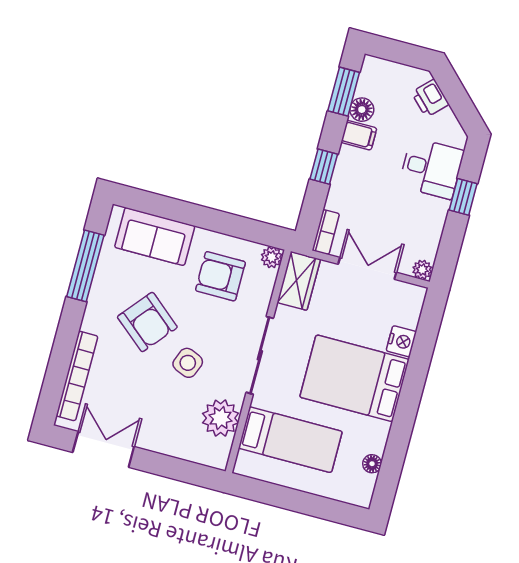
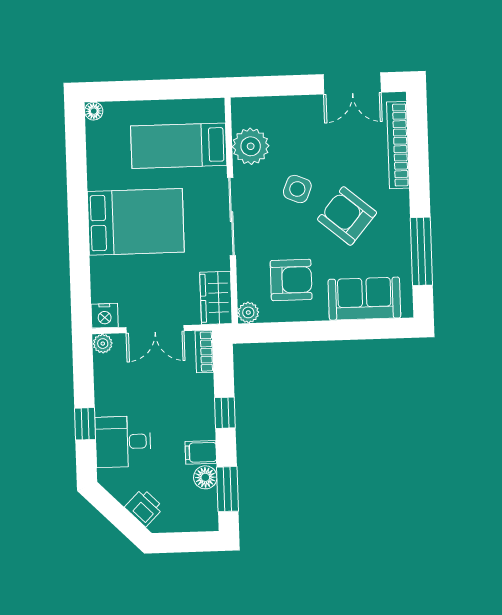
nightstand: (401, 341) -> (105, 316), moved, turned -90
floor lamp: (372, 464) -> (94, 111), moved

